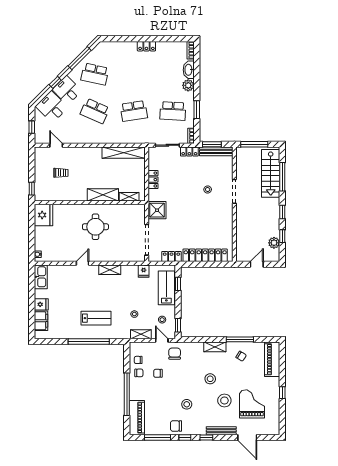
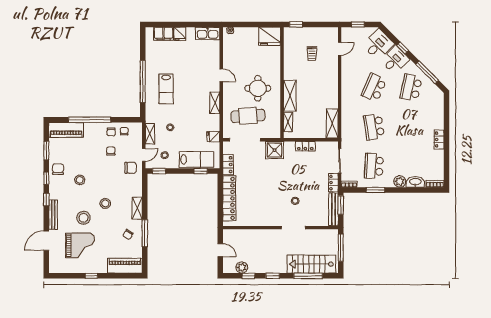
shelving: (124, 153) -> (332, 123), width x0.68
cafe table: (123, 237) -> (248, 116), added
window: (157, 438) -> (46, 151), width x0.69

